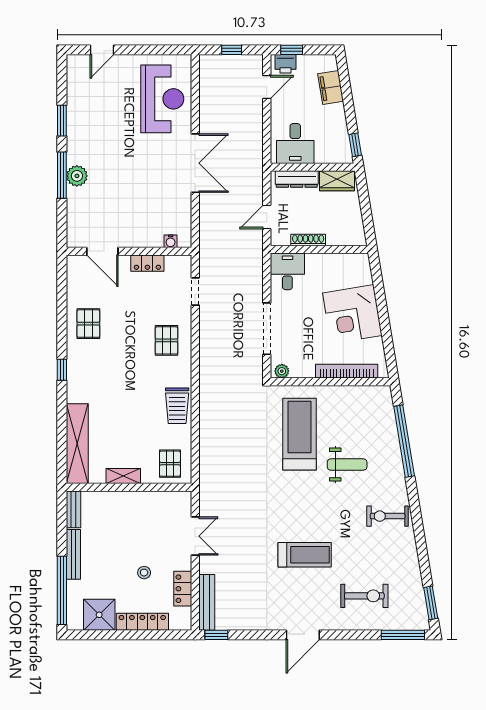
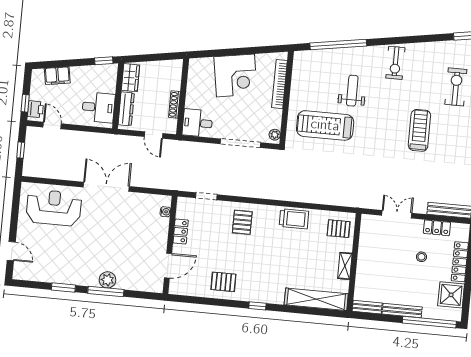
pallet: (166, 340) -> (242, 222), turned 90

